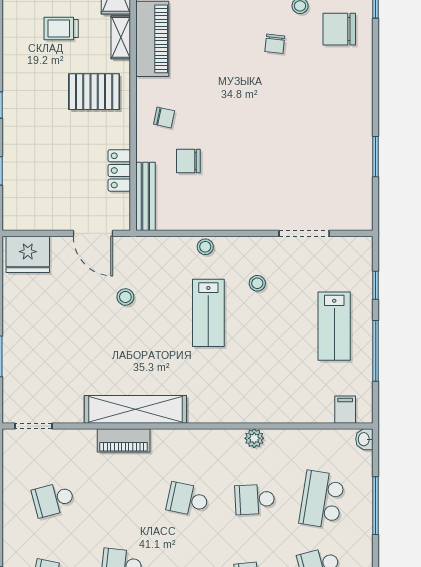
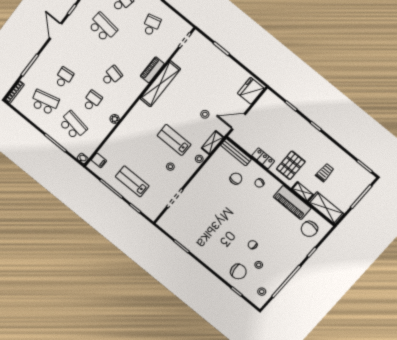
chair: (339, 29) -> (238, 272), turned 82
locker: (119, 170) -> (263, 158), moved
shelving: (161, 247) -> (213, 143), added

